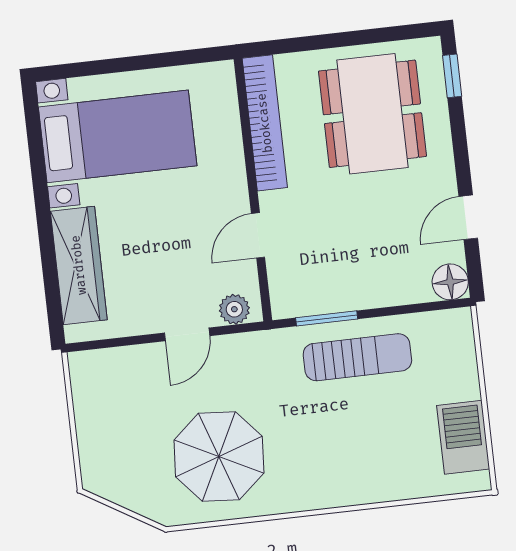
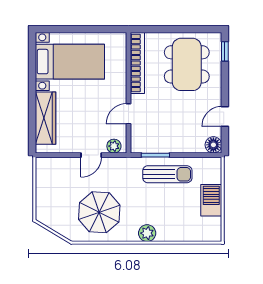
barbecue: (463, 437) -> (211, 200), moved
plant: (328, 490) -> (147, 233), added

